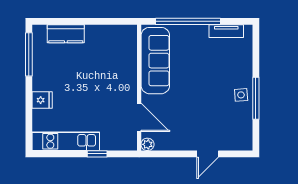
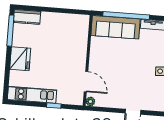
kitchen counter: (66, 34) -> (27, 17), moved
sofa: (155, 61) -> (116, 27), moved, turned 90
fridge: (42, 100) -> (20, 59), width x1.88, depth x1.34

